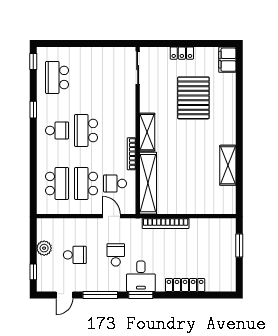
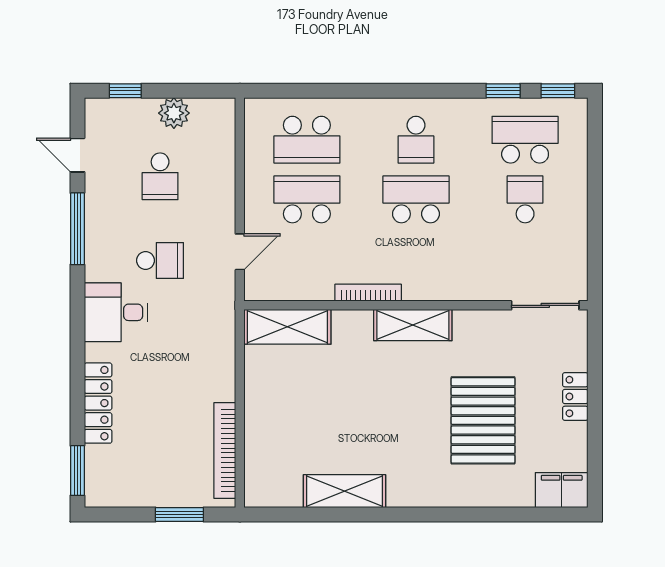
pallet: (193, 98) -> (483, 420), turned 90
window: (33, 110) -> (503, 91), moved
school desk: (115, 183) -> (525, 199), moved
shelving: (148, 183) -> (287, 327), width x0.68
bookcase: (166, 223) -> (225, 450), moved
window: (141, 295) -> (77, 471), moved

